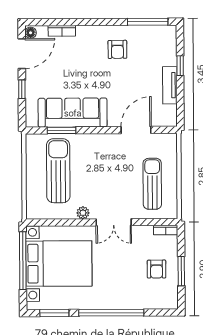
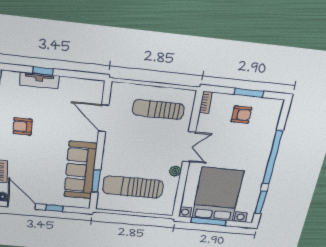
armchair: (117, 49) -> (23, 126), turned 180
tv unit: (170, 85) -> (39, 80), moved
window: (23, 261) -> (209, 222), width x0.68

